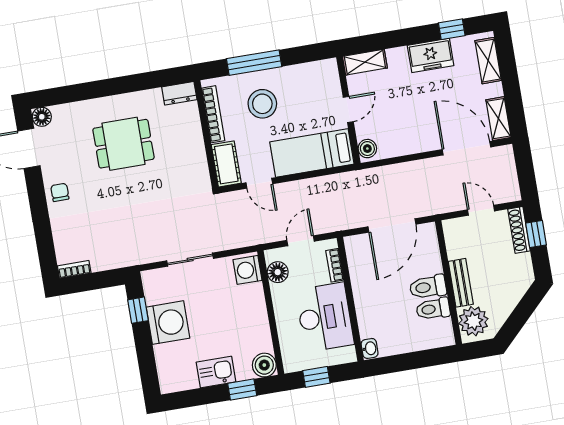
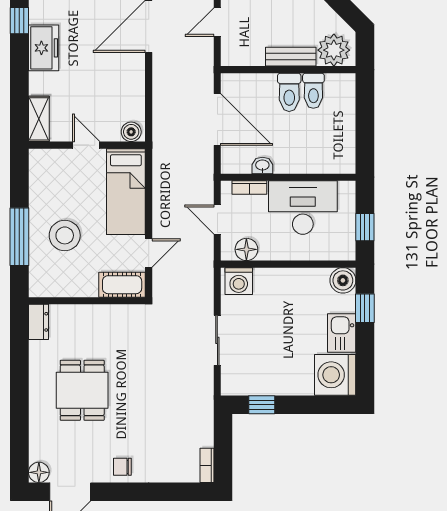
bookcase: (213, 114) -> (67, 290), removed
washing machine: (168, 323) -> (335, 375), moved, turned -90
washbasin: (370, 348) -> (262, 165), moved

